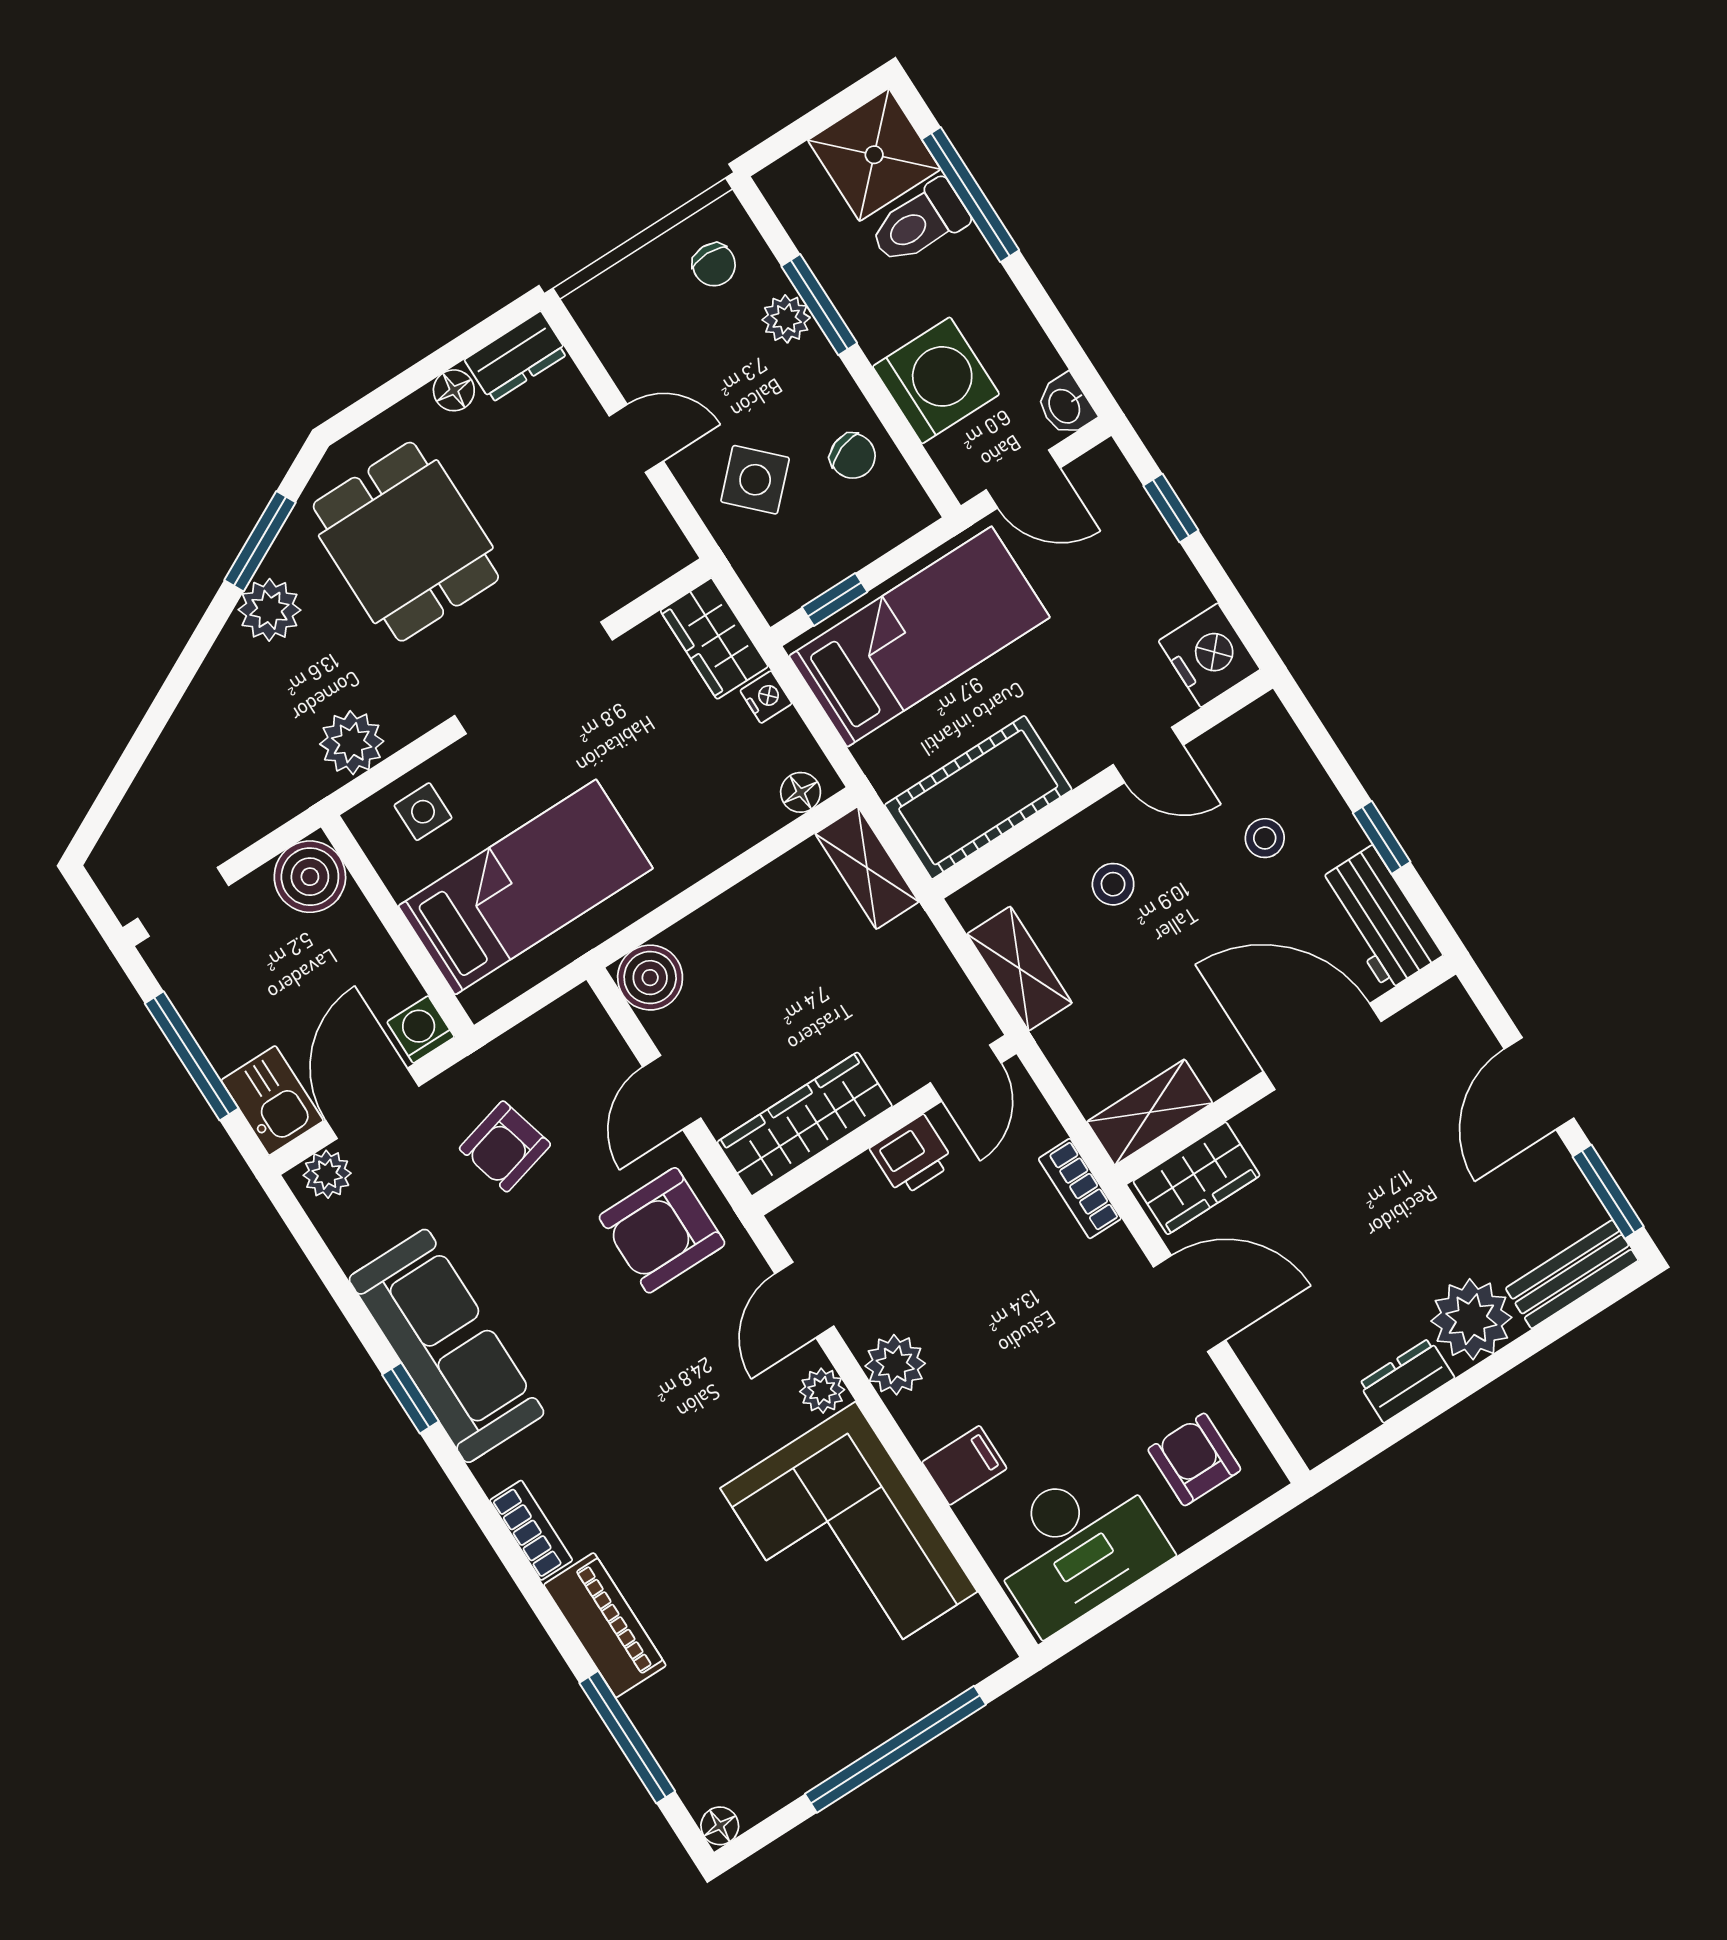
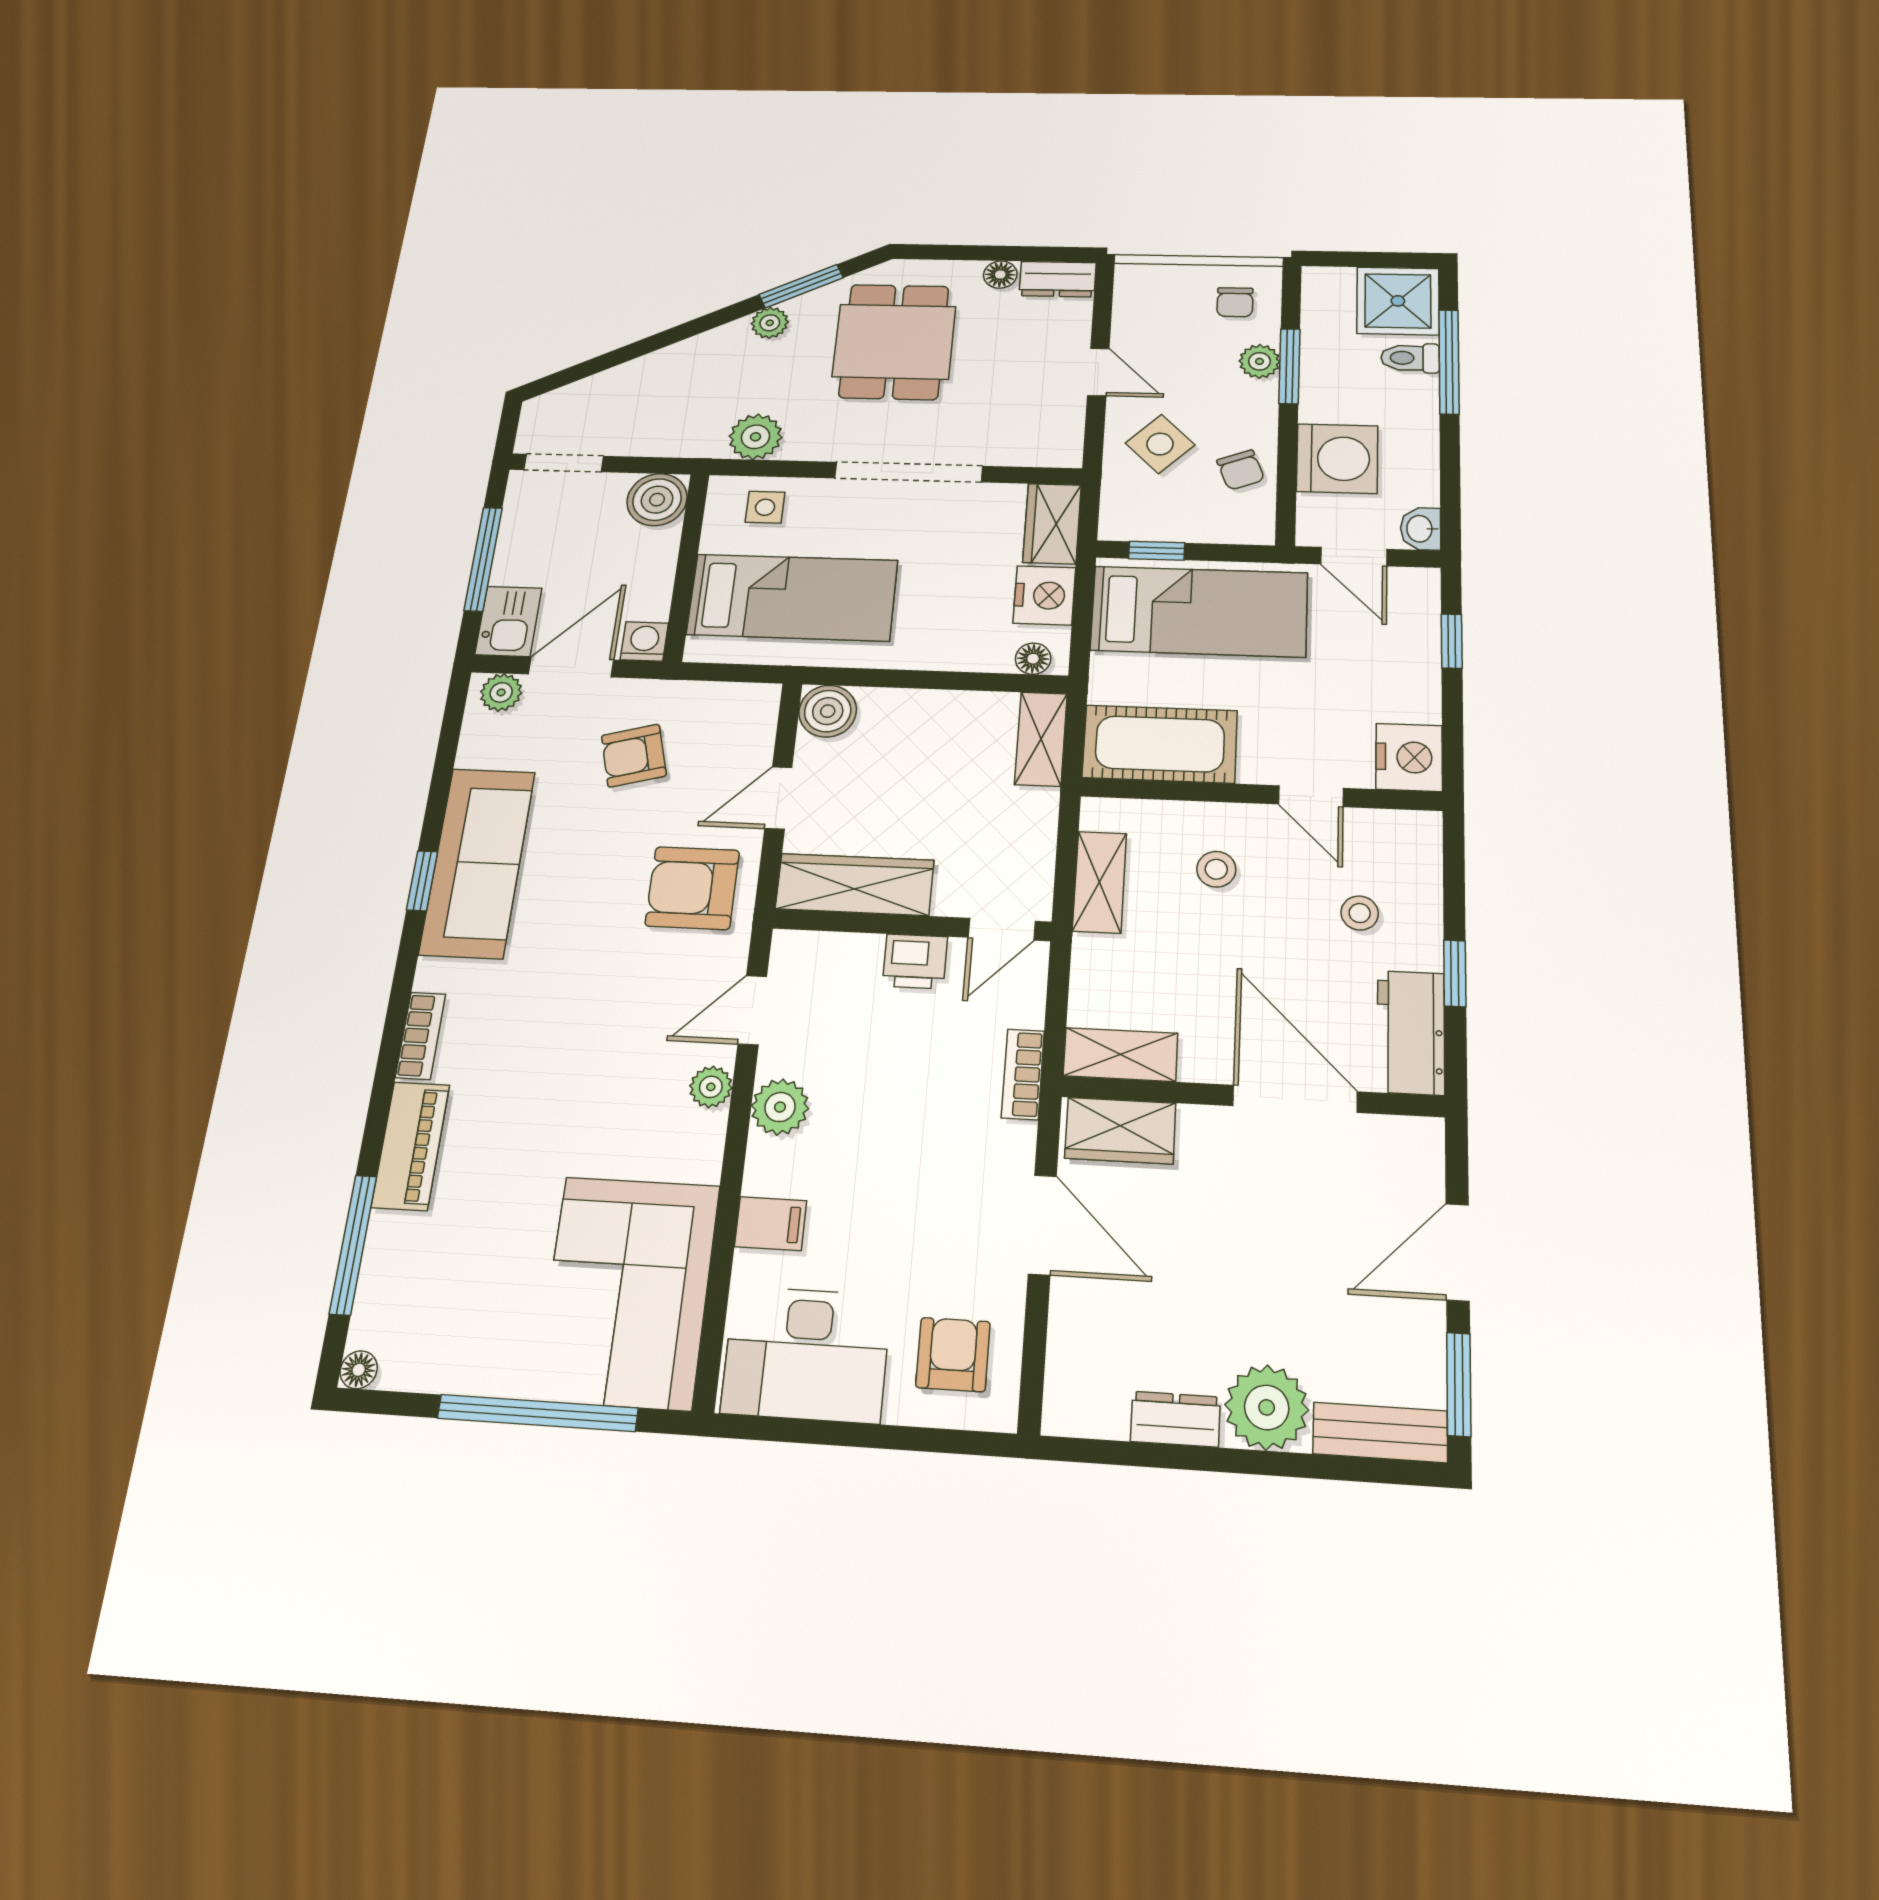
toilet: (919, 223) -> (1410, 358), width x0.73, depth x0.72
plant: (269, 610) -> (770, 323), width x0.73, depth x0.73
nightstand: (766, 697) -> (1044, 595), width x1.89, depth x1.79
corner sofa: (849, 1540) -> (628, 1292), moved

